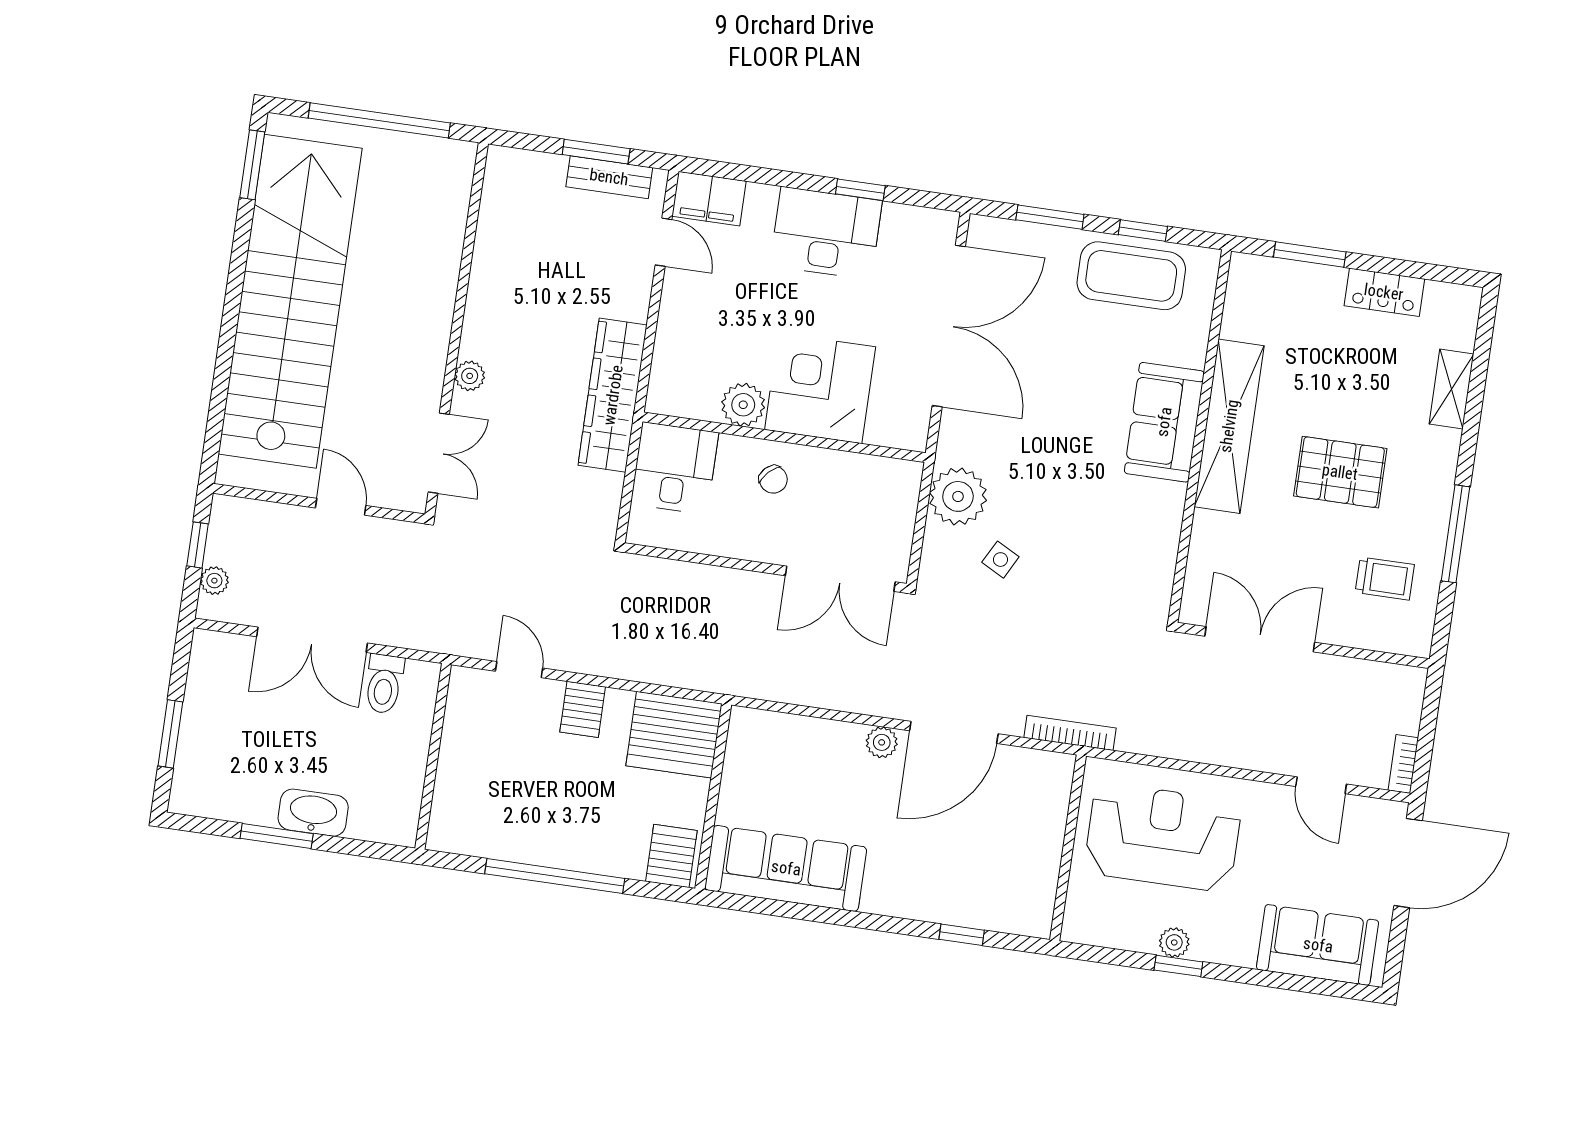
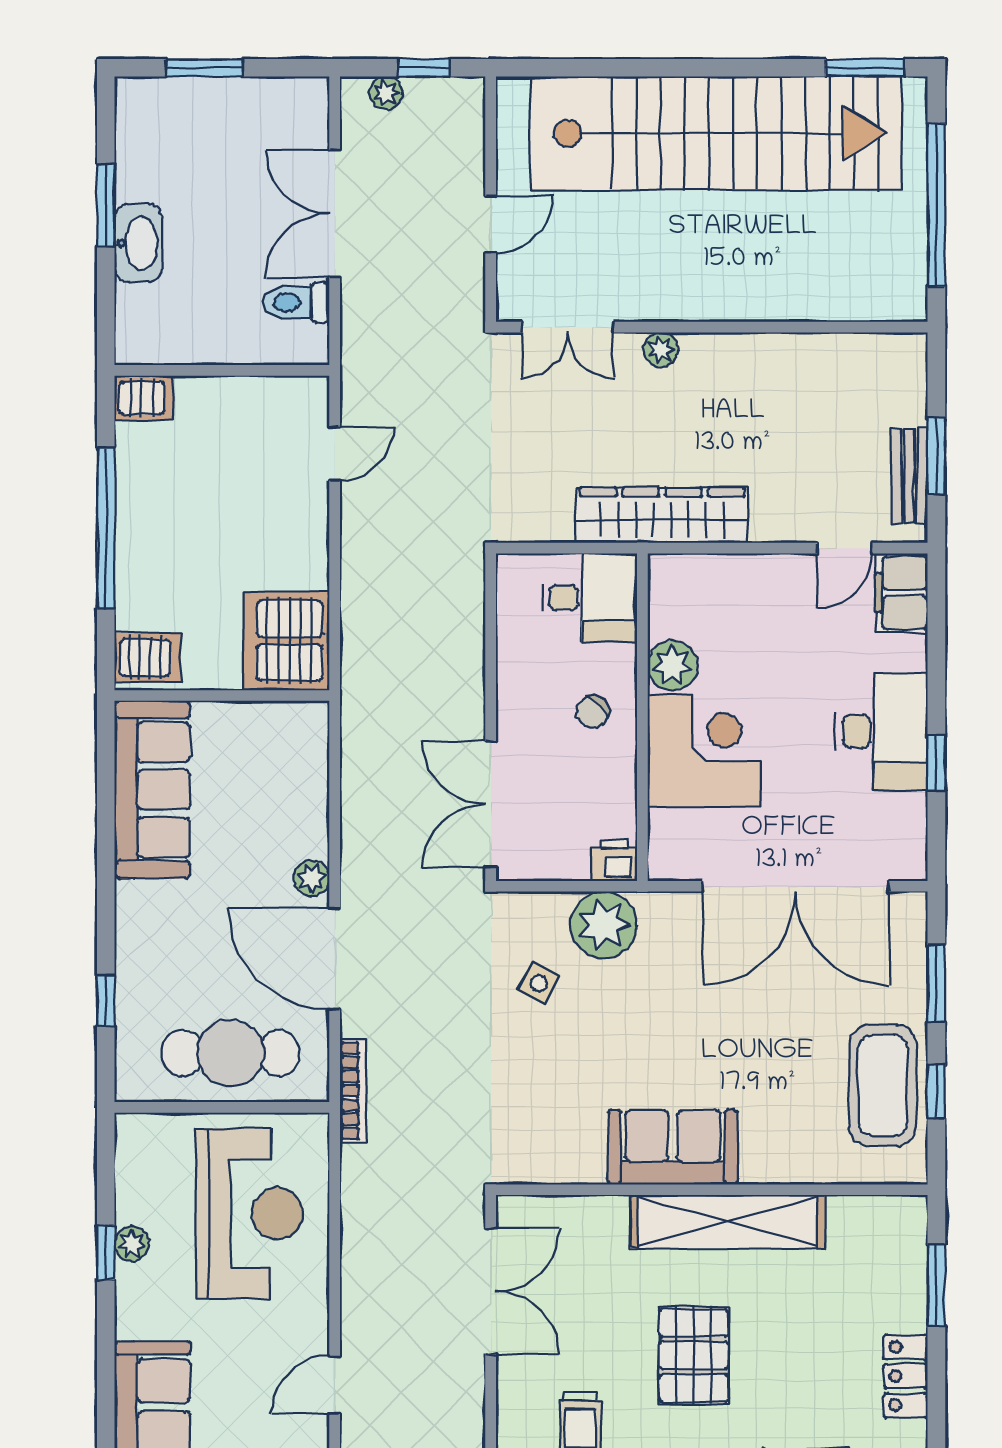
sofa: (1164, 422) -> (673, 1147), moved
printer: (904, 479) -> (615, 860), added
server rack: (583, 709) -> (144, 398), moved, turned 180
cafe table: (1022, 834) -> (231, 1053), added

